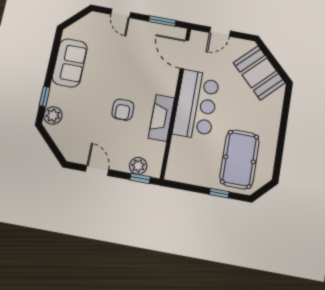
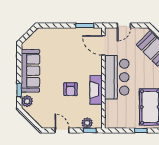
door: (121, 13) -> (57, 26), removed
sofa: (70, 63) -> (30, 71), width x1.36

